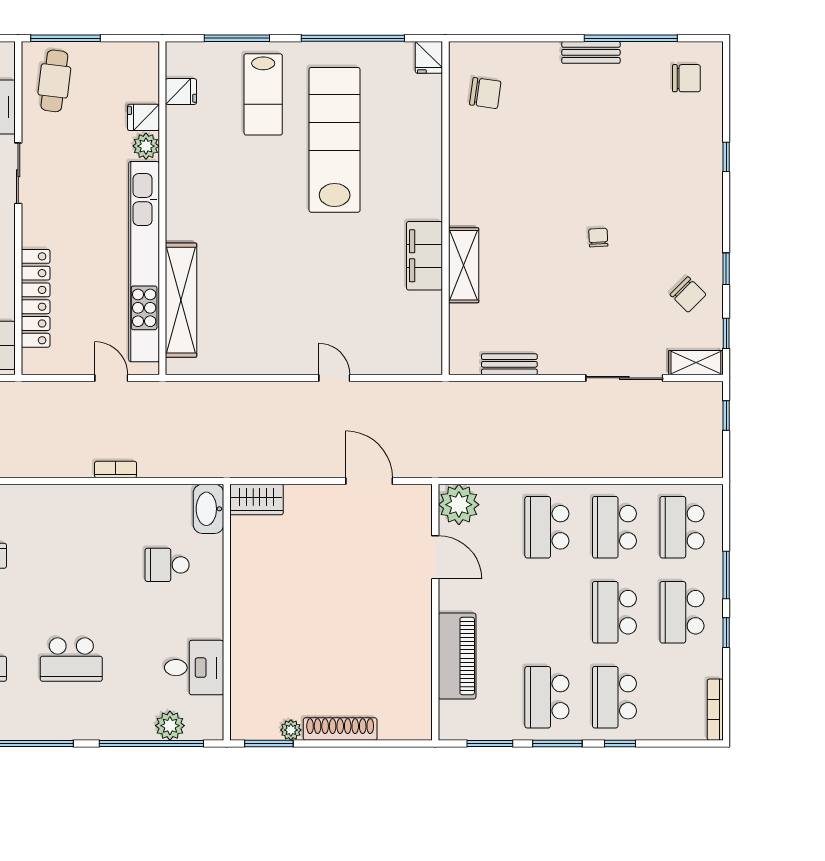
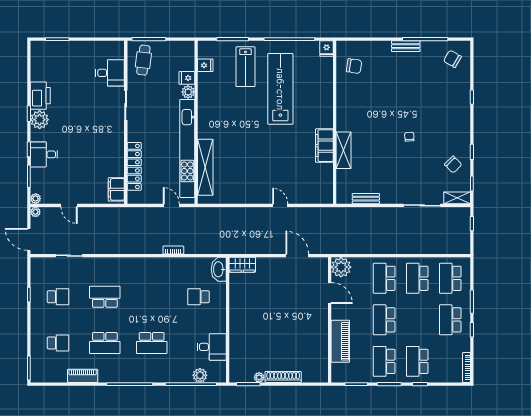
chair: (686, 78) -> (452, 59), turned -150
school desk: (614, 612) -> (384, 320), moved

